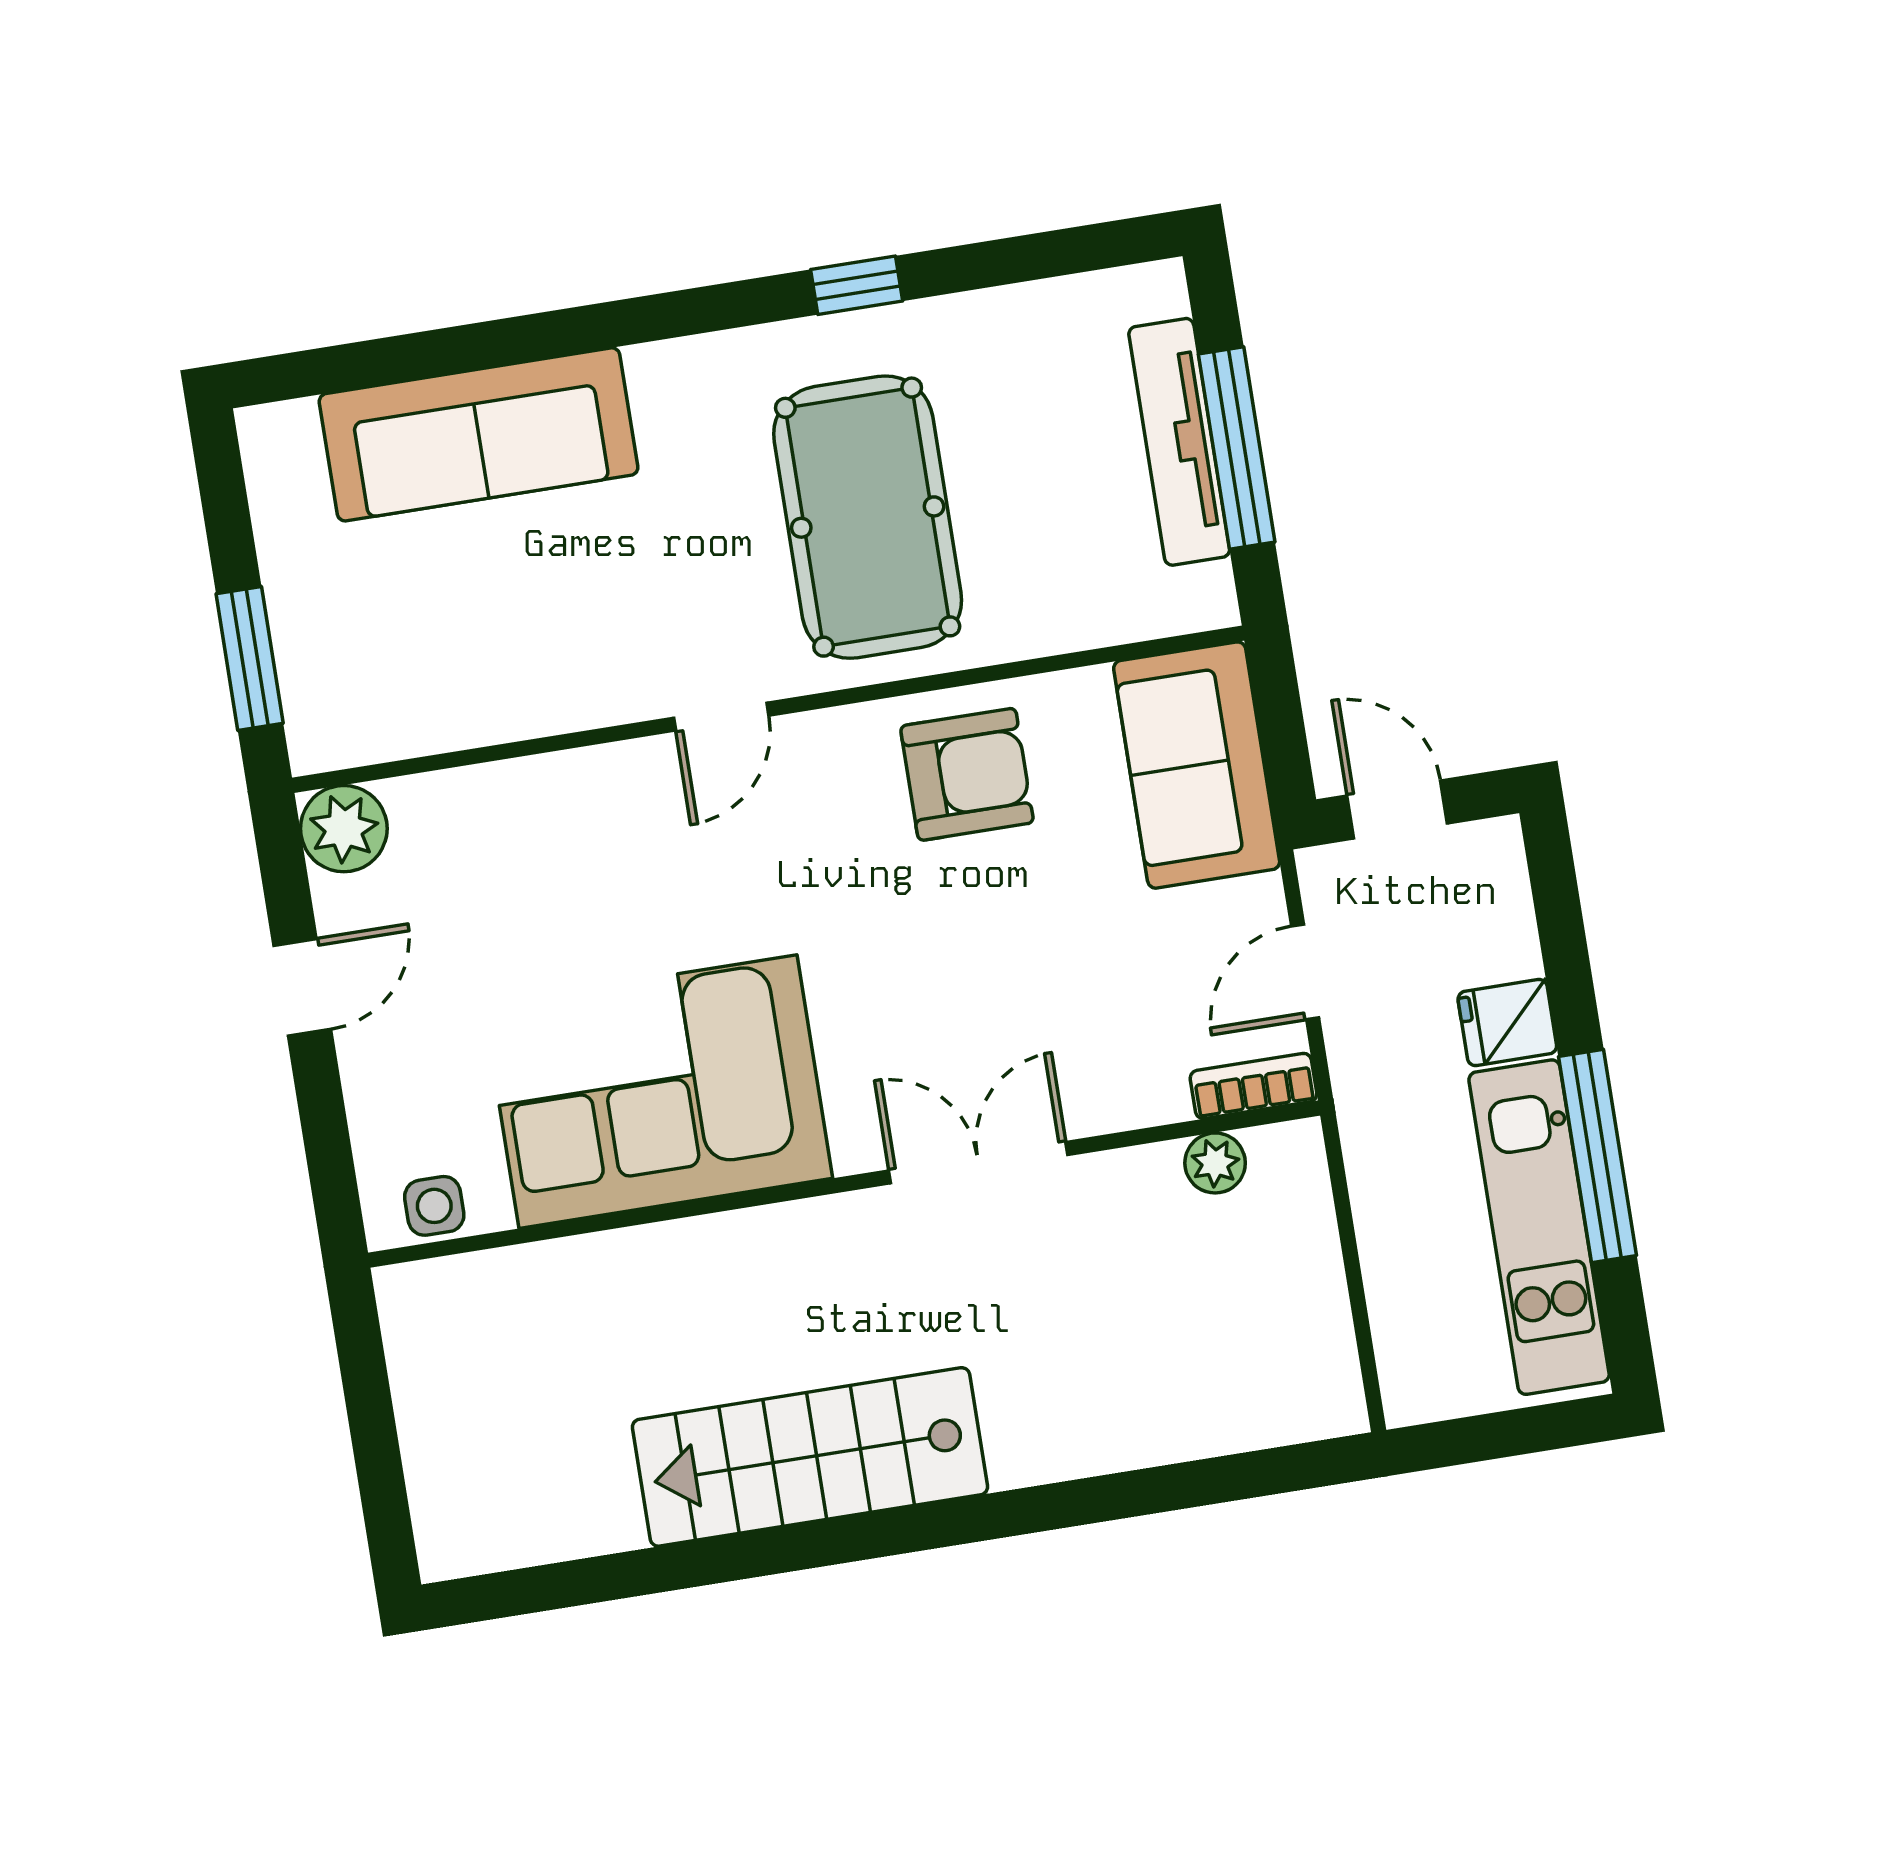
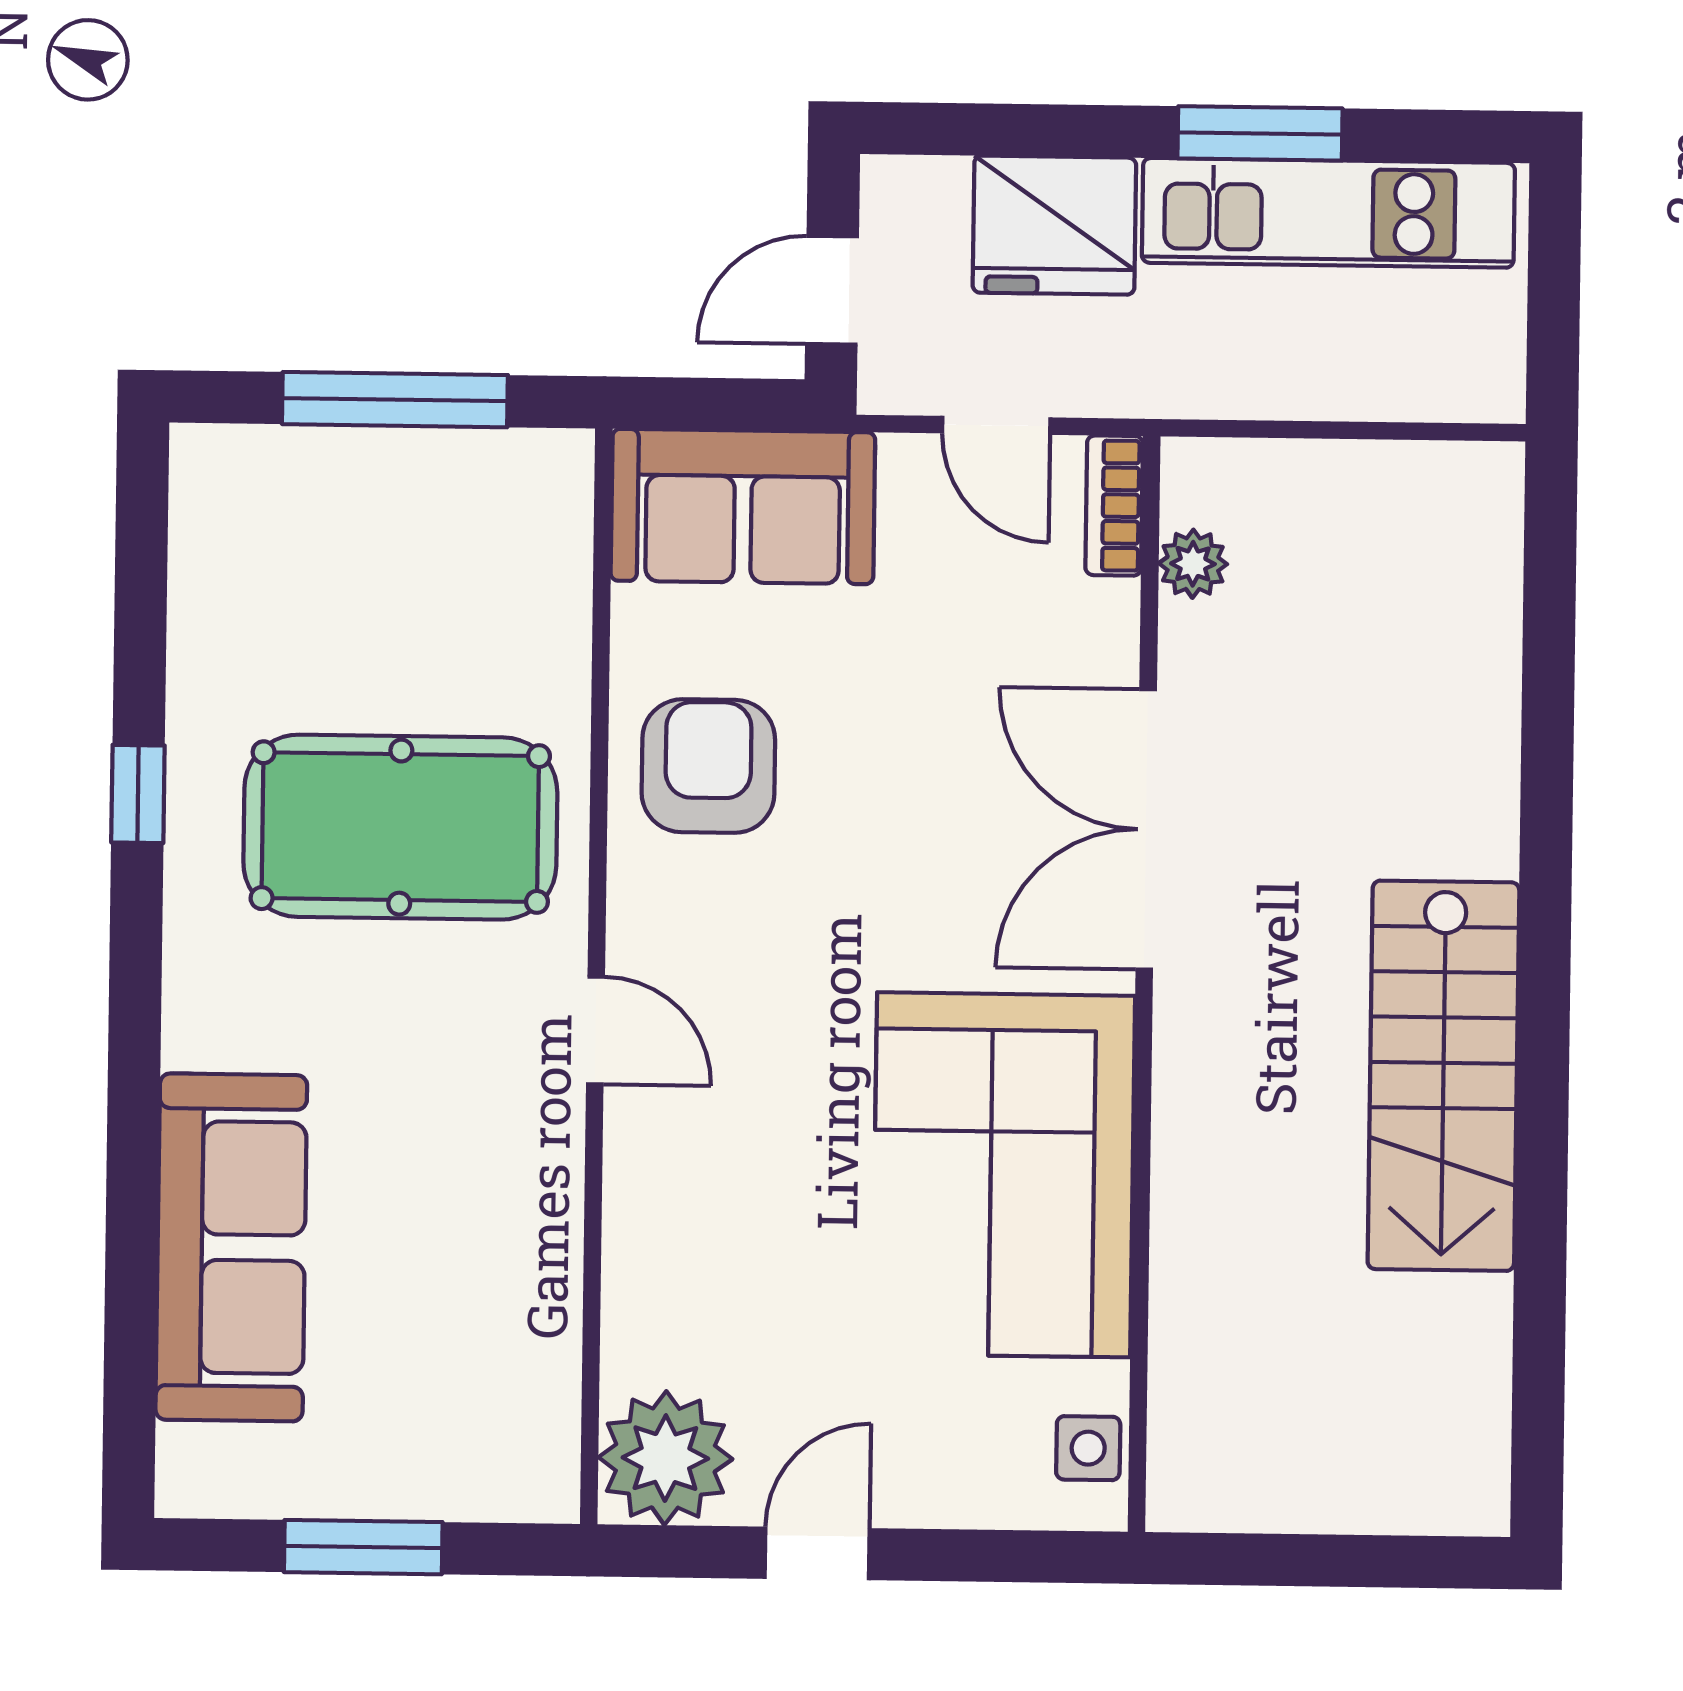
tv unit: (1179, 442) -> (377, 463), removed
window: (250, 659) -> (363, 1547), moved
plant: (344, 829) -> (665, 1458), width x1.36, depth x1.36
door: (302, 987) -> (817, 1553), hinge flipped
fridge: (1507, 1023) -> (1054, 225), width x1.88, depth x1.34
window: (1597, 1156) -> (1260, 133), width x0.69
double door: (978, 1163) -> (1146, 829), width x1.37

